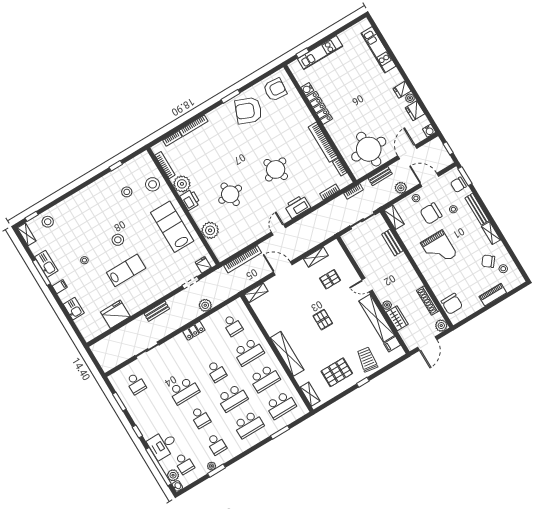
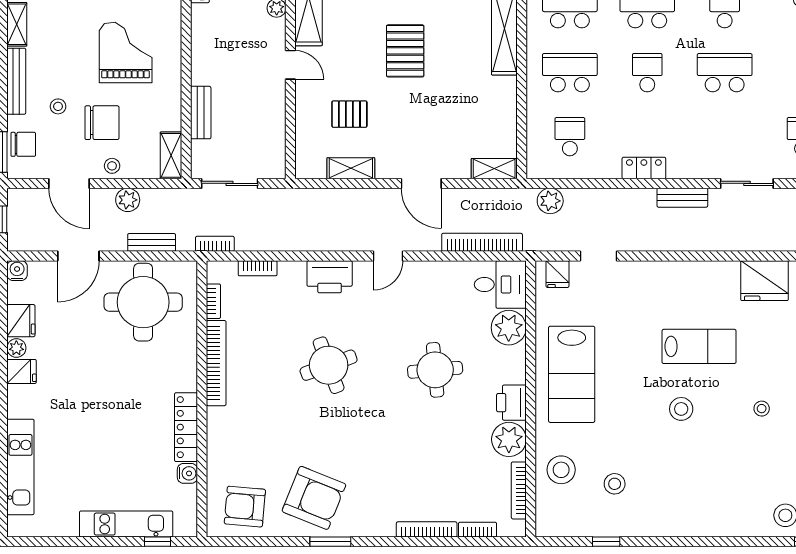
desk: (224, 246) -> (500, 284), added
lab bench: (126, 270) -> (699, 346), turned 180
plant: (205, 305) -> (550, 201), moved
bench: (157, 311) -> (682, 198), moved
pallet: (323, 320) -> (405, 51), width x1.50, depth x1.42

